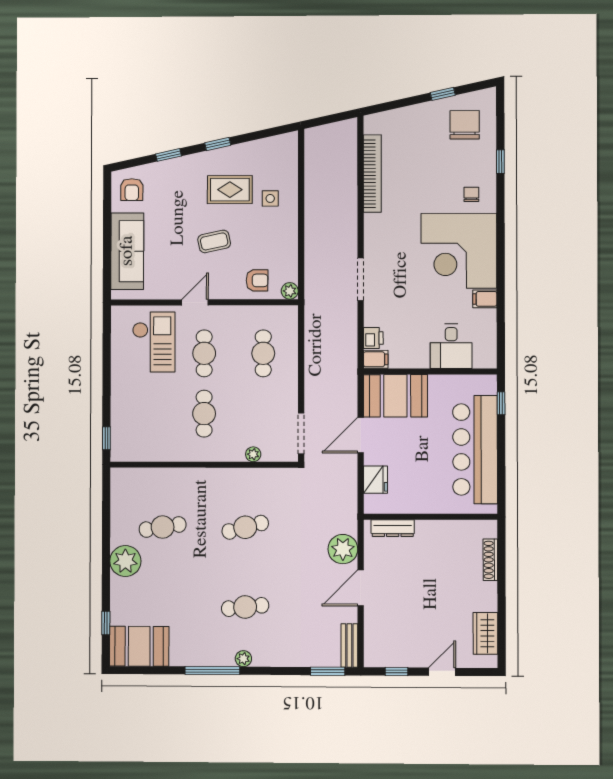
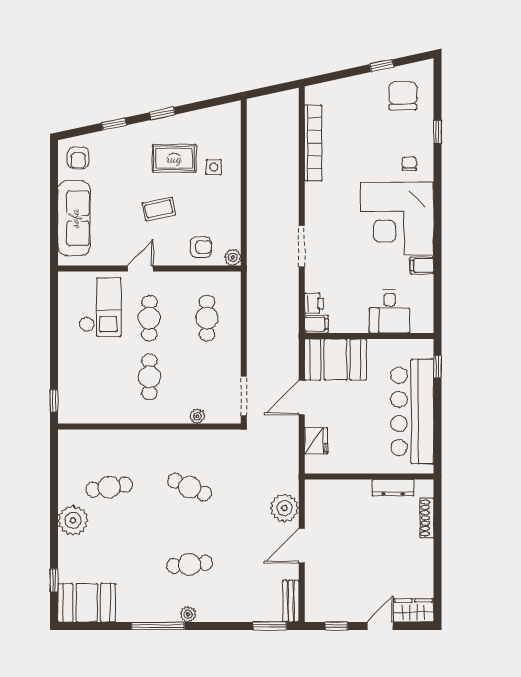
cafe table: (245, 527) -> (190, 487), turned 39
dresser: (393, 528) -> (393, 488), moved
wardrobe: (485, 633) -> (413, 610), moved, turned 90

